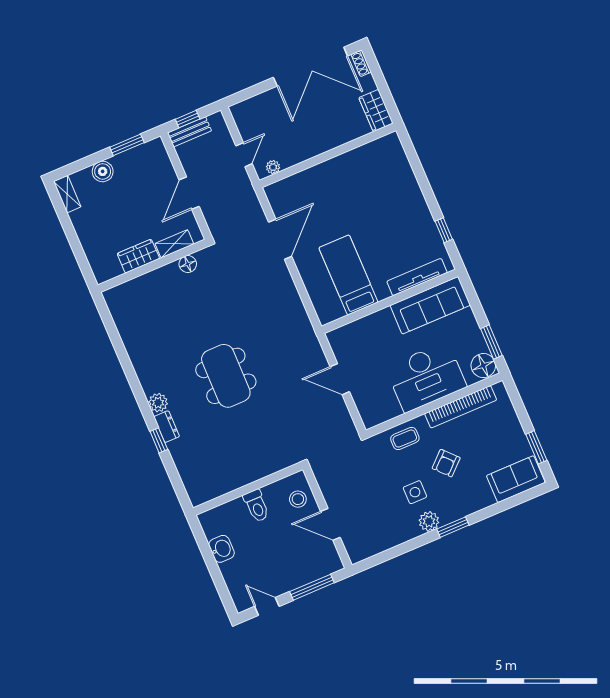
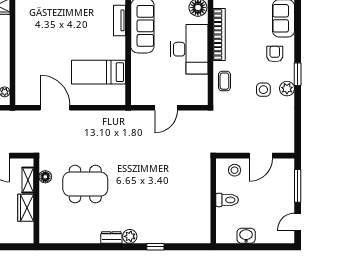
tv unit: (417, 277) -> (120, 20), width x0.71
dining table: (226, 376) -> (85, 184), moved
dresser: (167, 427) -> (111, 237), moved
armchair: (446, 463) -> (275, 54), moved, turned -137

